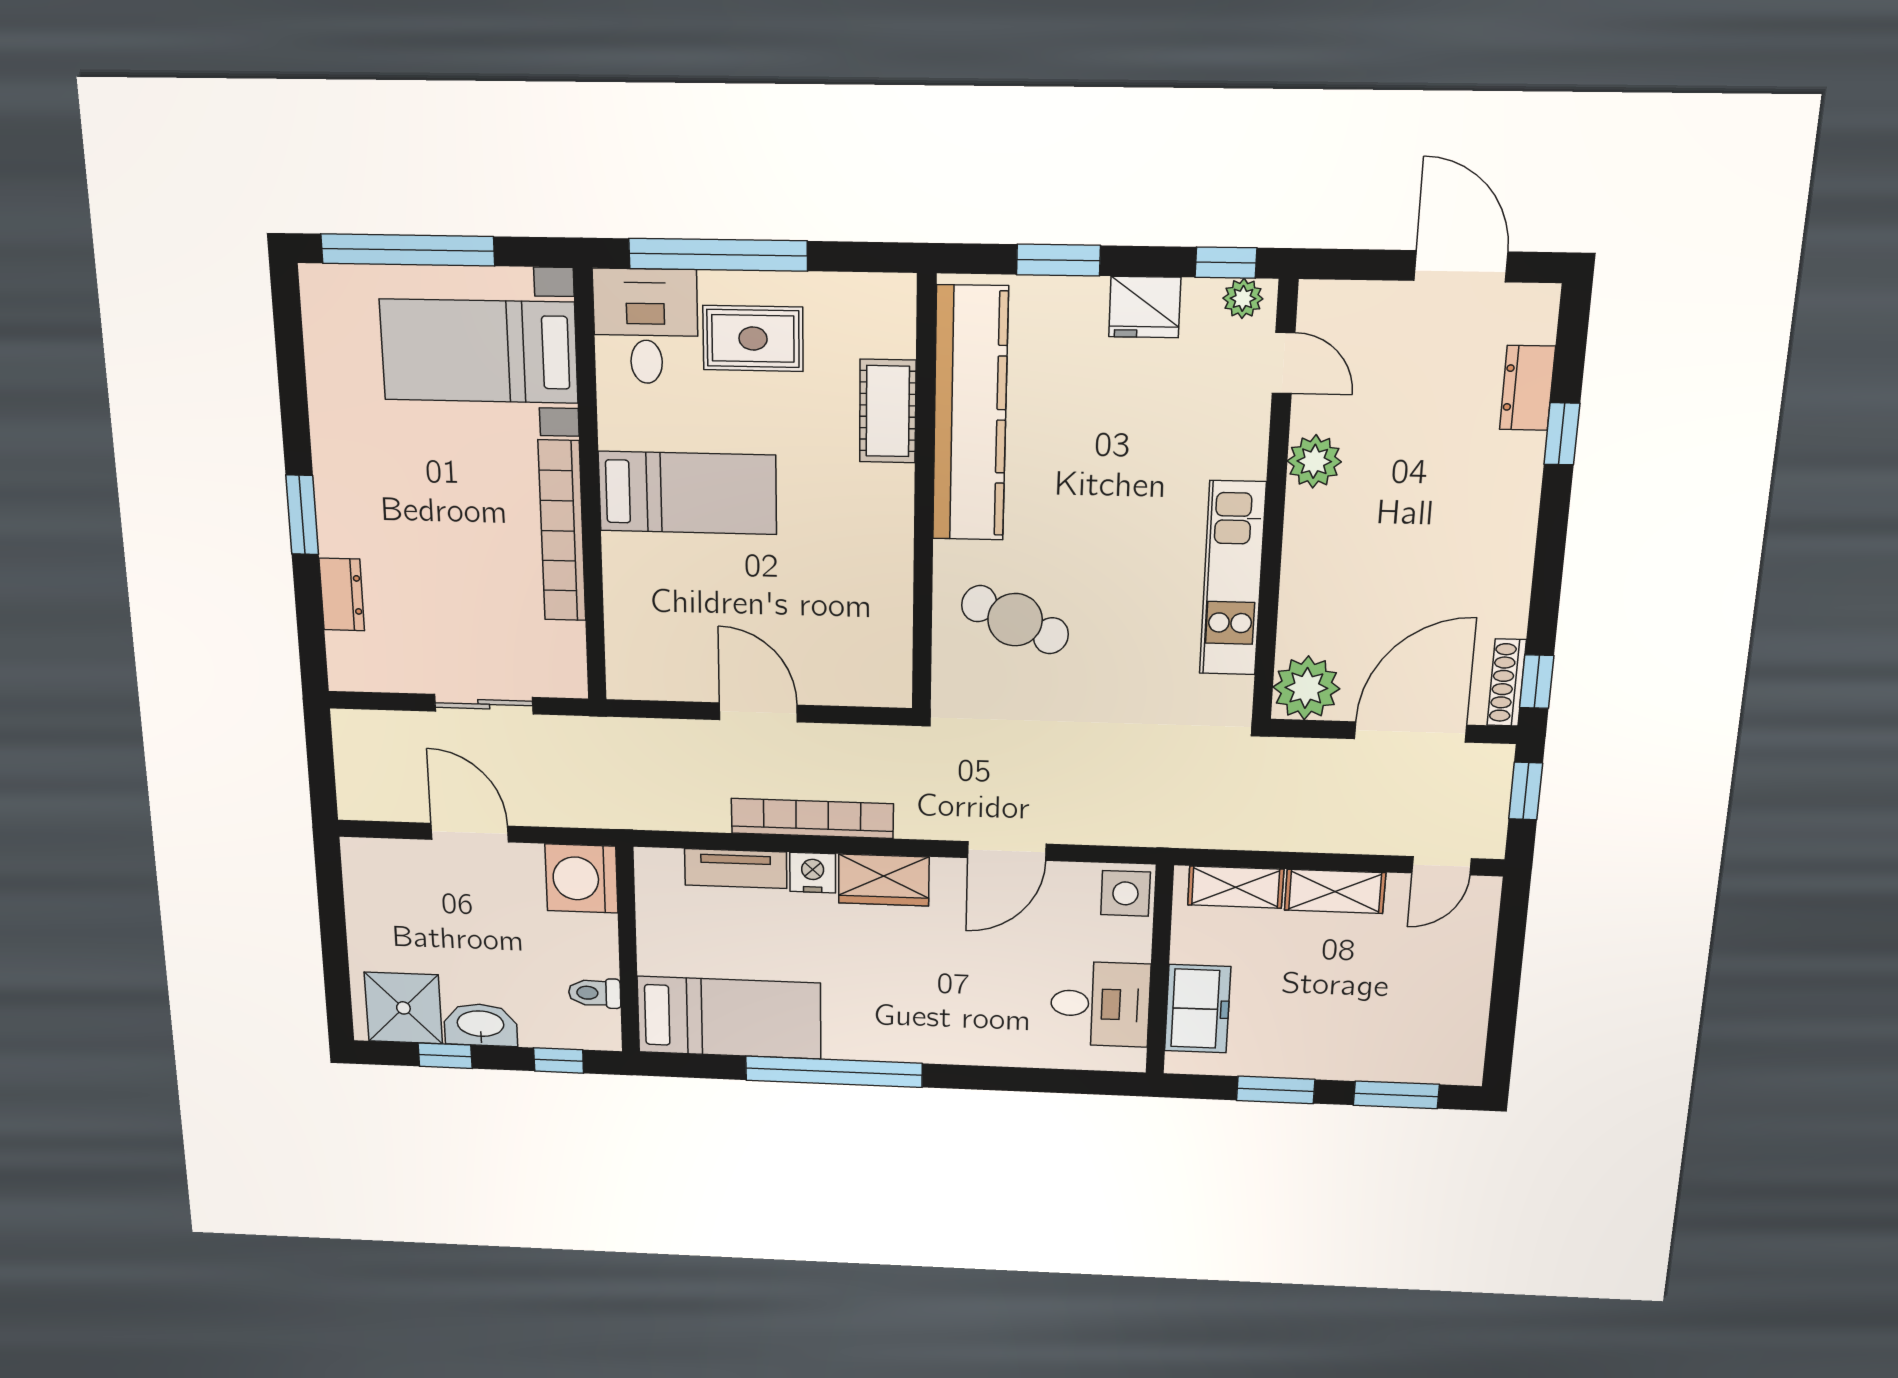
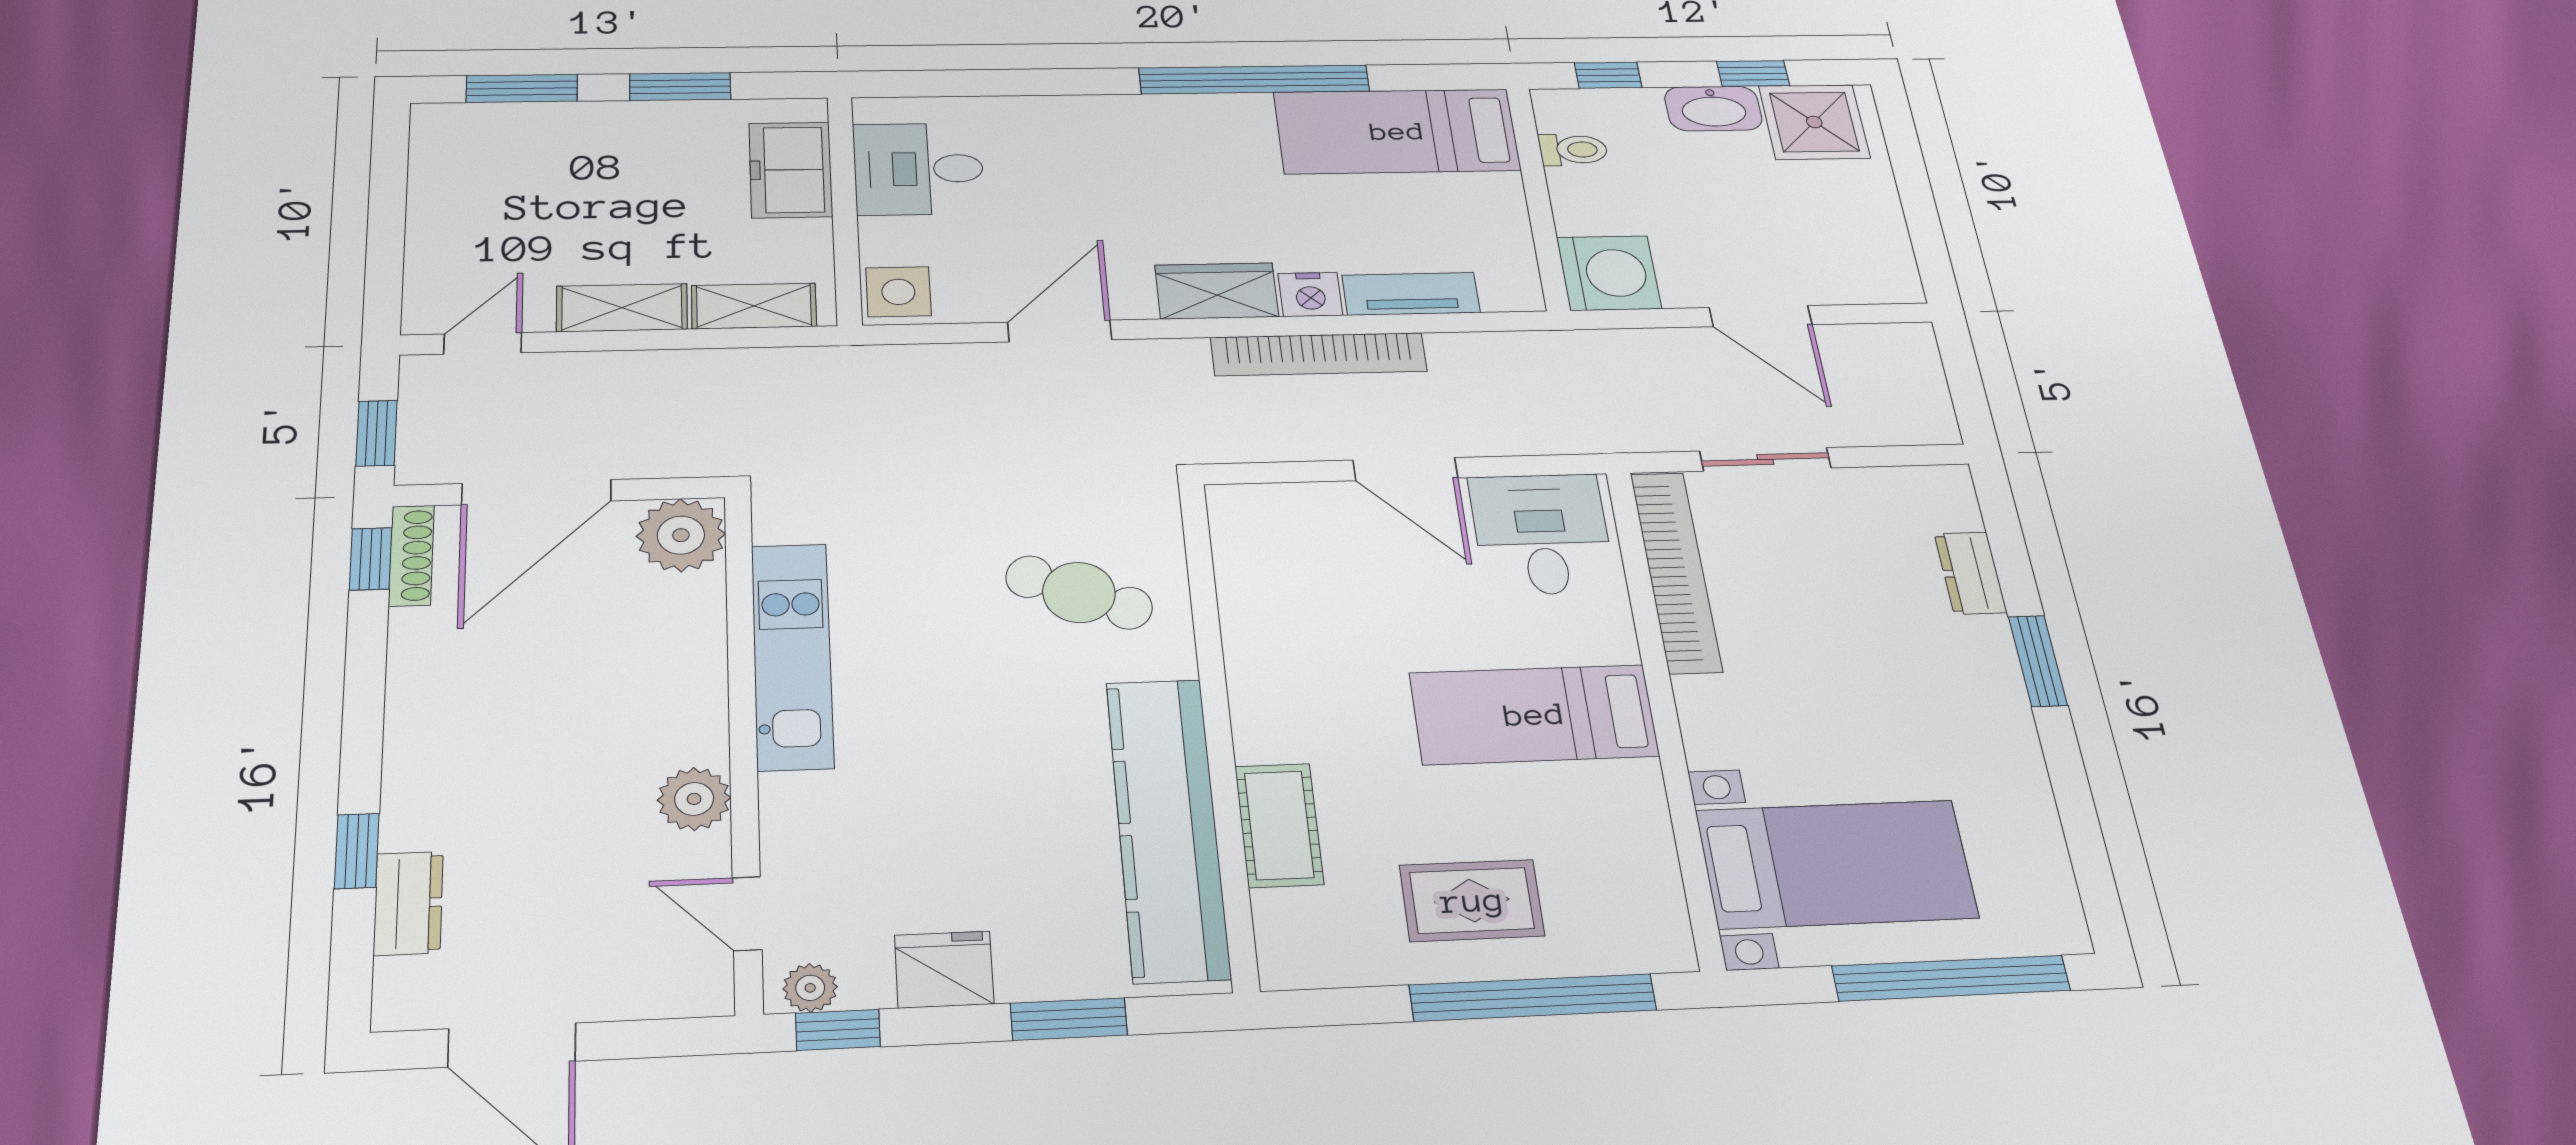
desk: (646, 326) -> (1542, 534), moved, turned 180
bookcase: (562, 531) -> (1676, 572), moved

